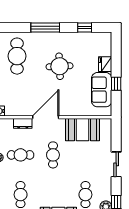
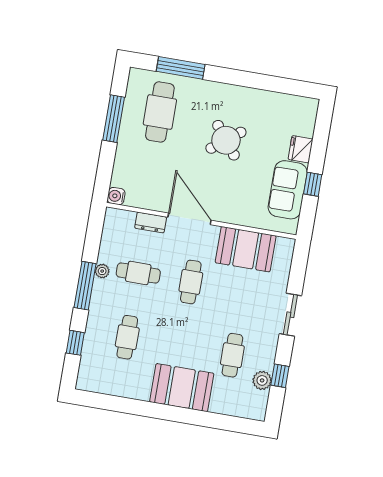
window: (45, 28) -> (181, 68), moved
window: (85, 28) -> (277, 84), removed
round table: (60, 66) -> (226, 140), turned -35
door: (46, 117) -> (189, 219), hinge flipped

